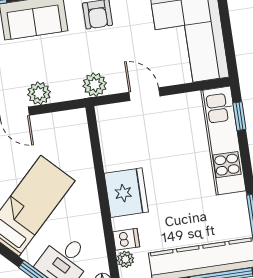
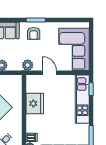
fridge: (126, 193) -> (35, 103), moved

